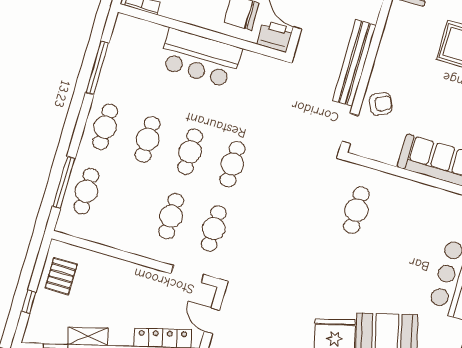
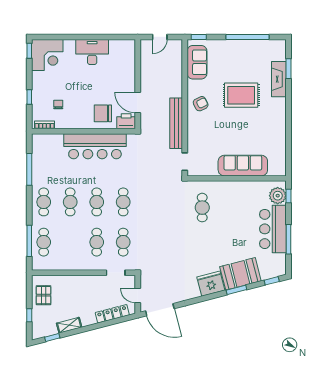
bar counter: (200, 58) -> (95, 146), width x1.36
armchair: (381, 104) -> (201, 104), moved

